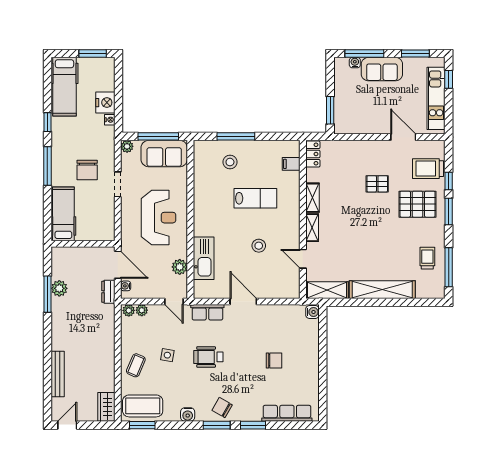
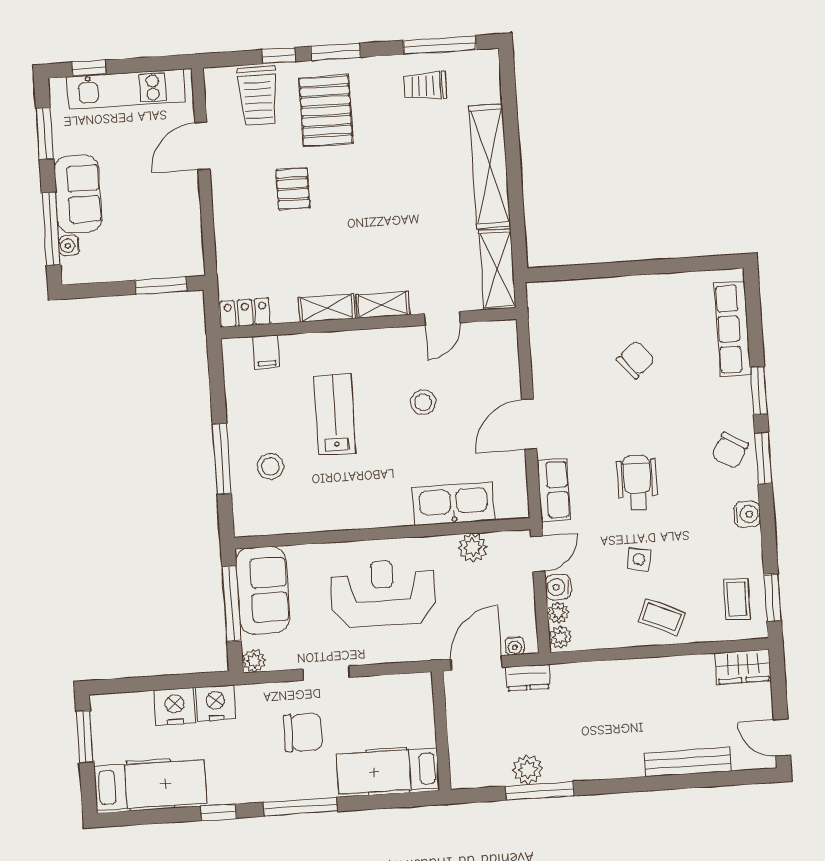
nightstand: (110, 120) -> (216, 703), width x1.89, depth x1.79
water cooler: (312, 312) -> (558, 587), moved, turned -90
wheelchair: (208, 357) -> (637, 483), turned 180
chair: (274, 360) -> (635, 360), turned 49
coffee table: (143, 406) -> (737, 599), width x0.54, depth x0.58

